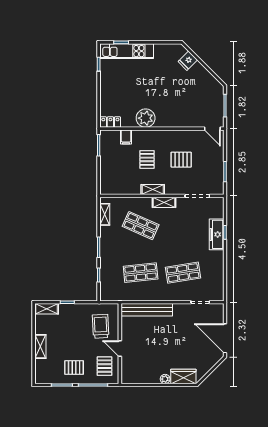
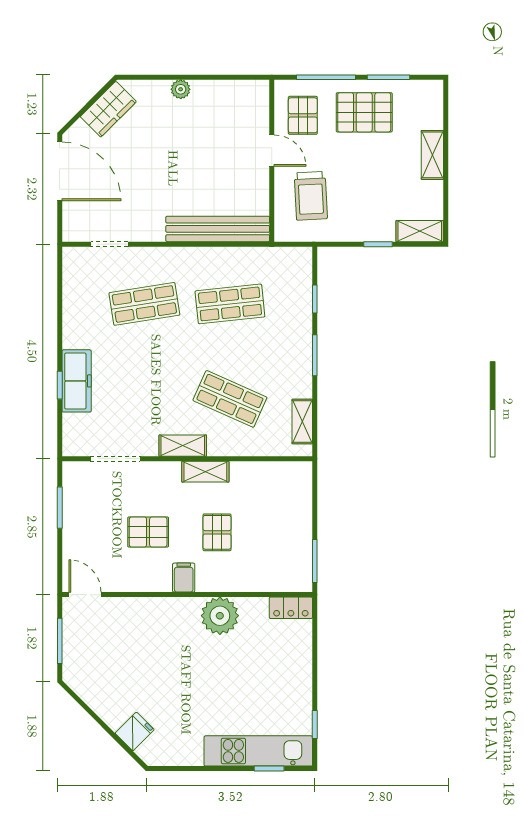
filing cabinet: (126, 137) -> (184, 578), moved
pallet: (74, 368) -> (364, 112), width x1.50, depth x1.42
wardrobe: (183, 377) -> (108, 109), moved, turned -45

